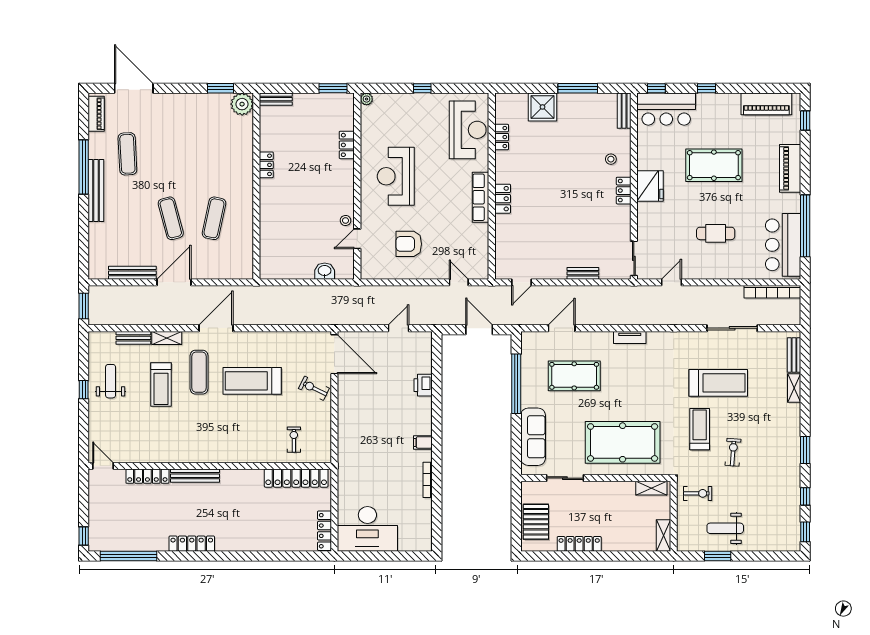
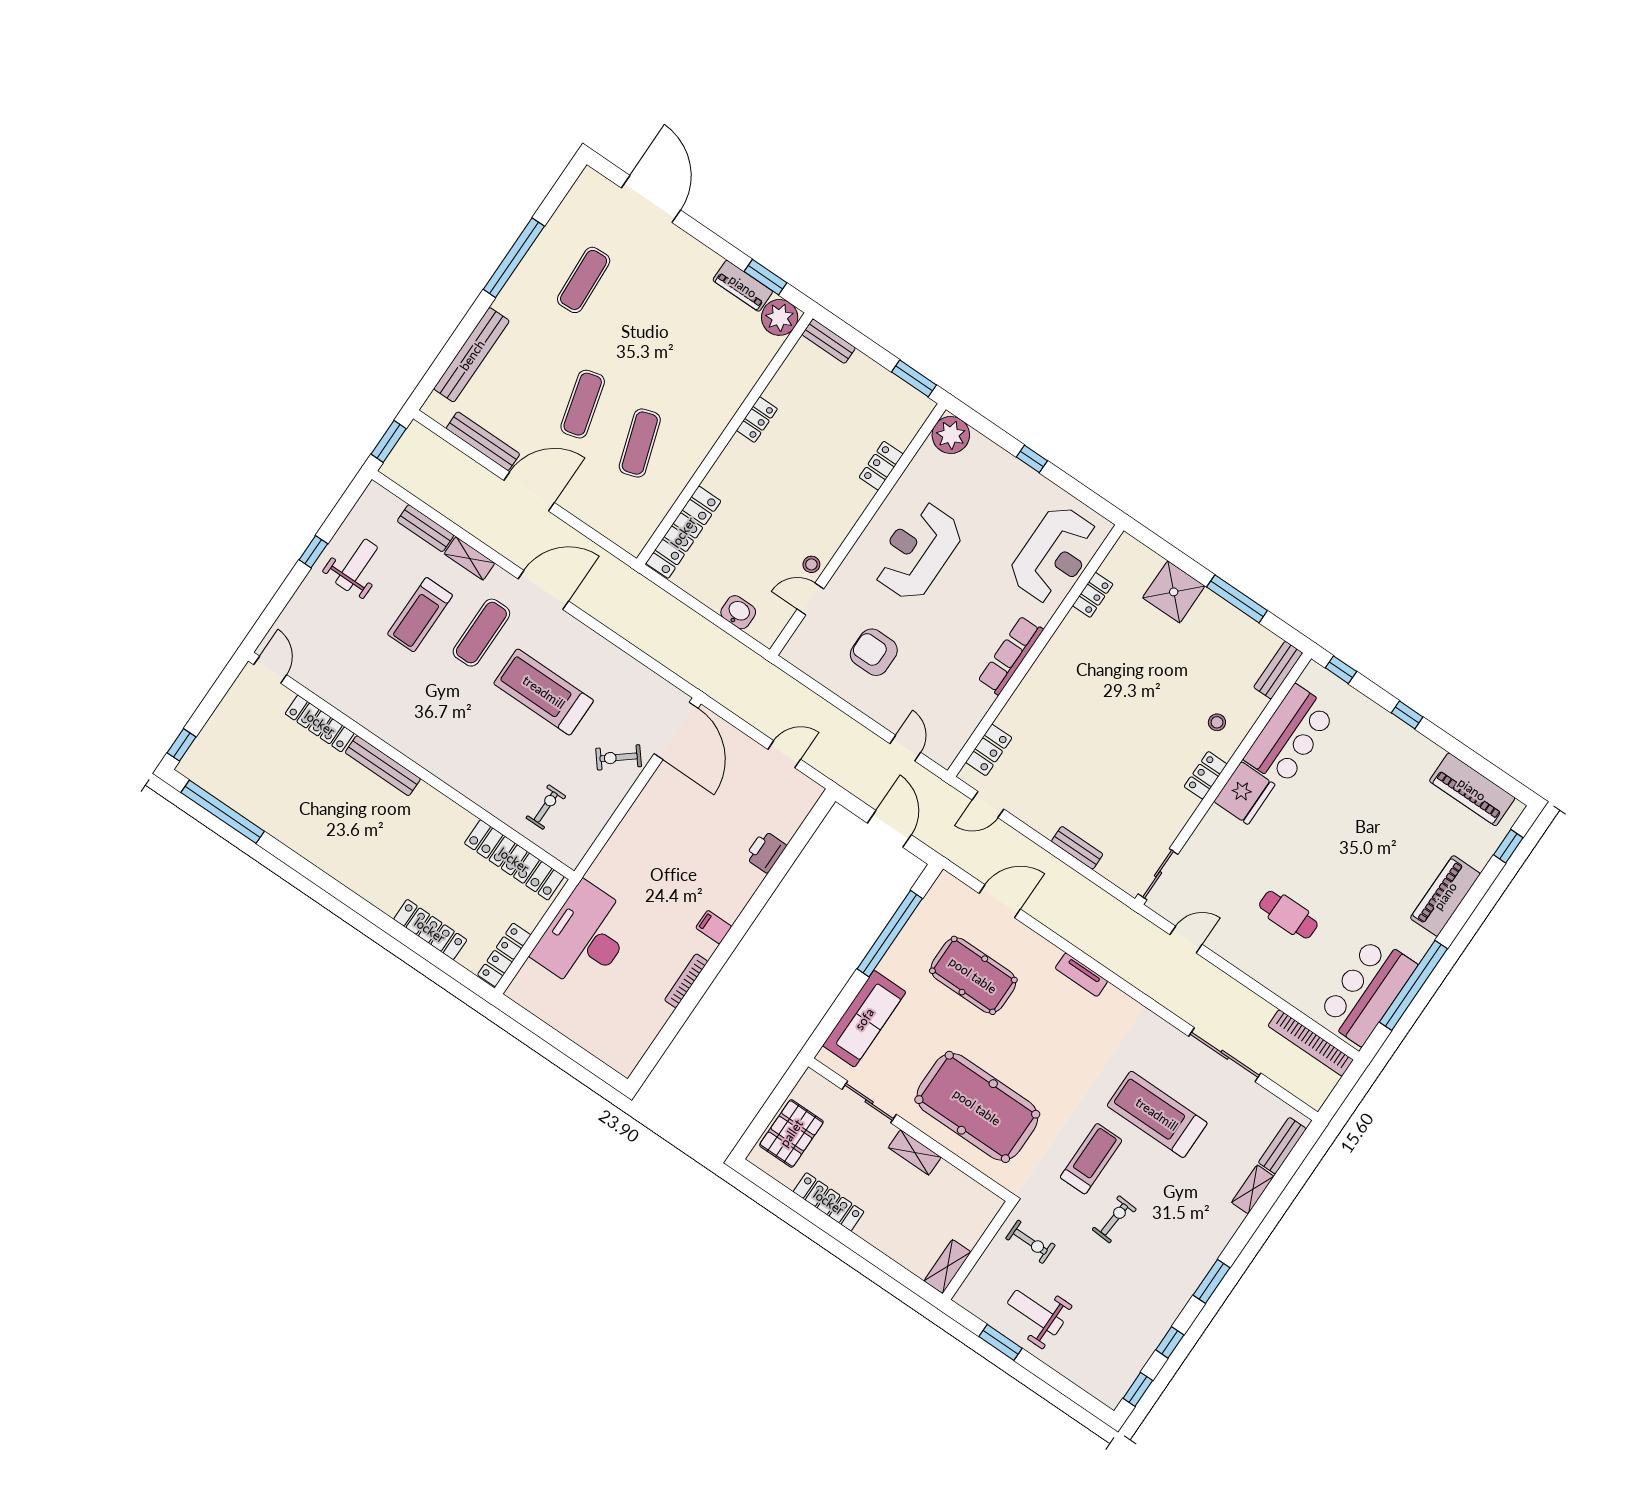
plant: (367, 99) -> (951, 435), width x1.88, depth x1.88
bar counter: (666, 109) -> (1290, 735), moved, turned -90
piano: (96, 114) -> (743, 286), moved, turned 90
pool table: (714, 165) -> (1348, 823), removed
bench: (96, 190) -> (472, 355), moved
locker: (503, 199) -> (989, 750), moved
exercise mat: (214, 218) -> (640, 443), turned -30
locker: (268, 249) -> (683, 532), added
treadmill: (718, 383) -> (1157, 1114), turned 180
exercise bike: (314, 388) -> (619, 757), turned -65
shelving: (651, 488) -> (915, 1152), moved
desk: (367, 529) -> (585, 937), moved, turned 90
locker: (192, 544) -> (430, 930), moved

